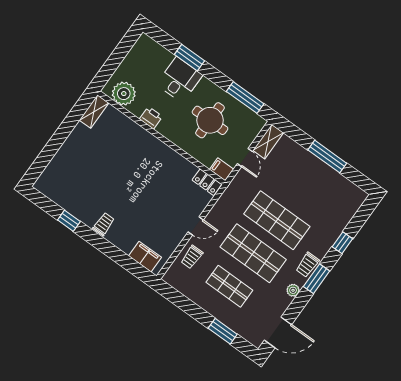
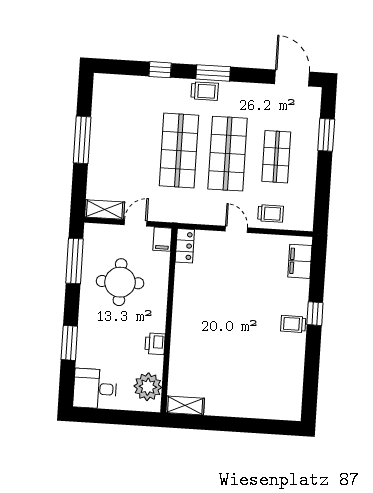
desk: (179, 80) -> (95, 389), moved
window: (69, 221) -> (315, 314), moved
plant: (293, 290) -> (240, 90), removed

